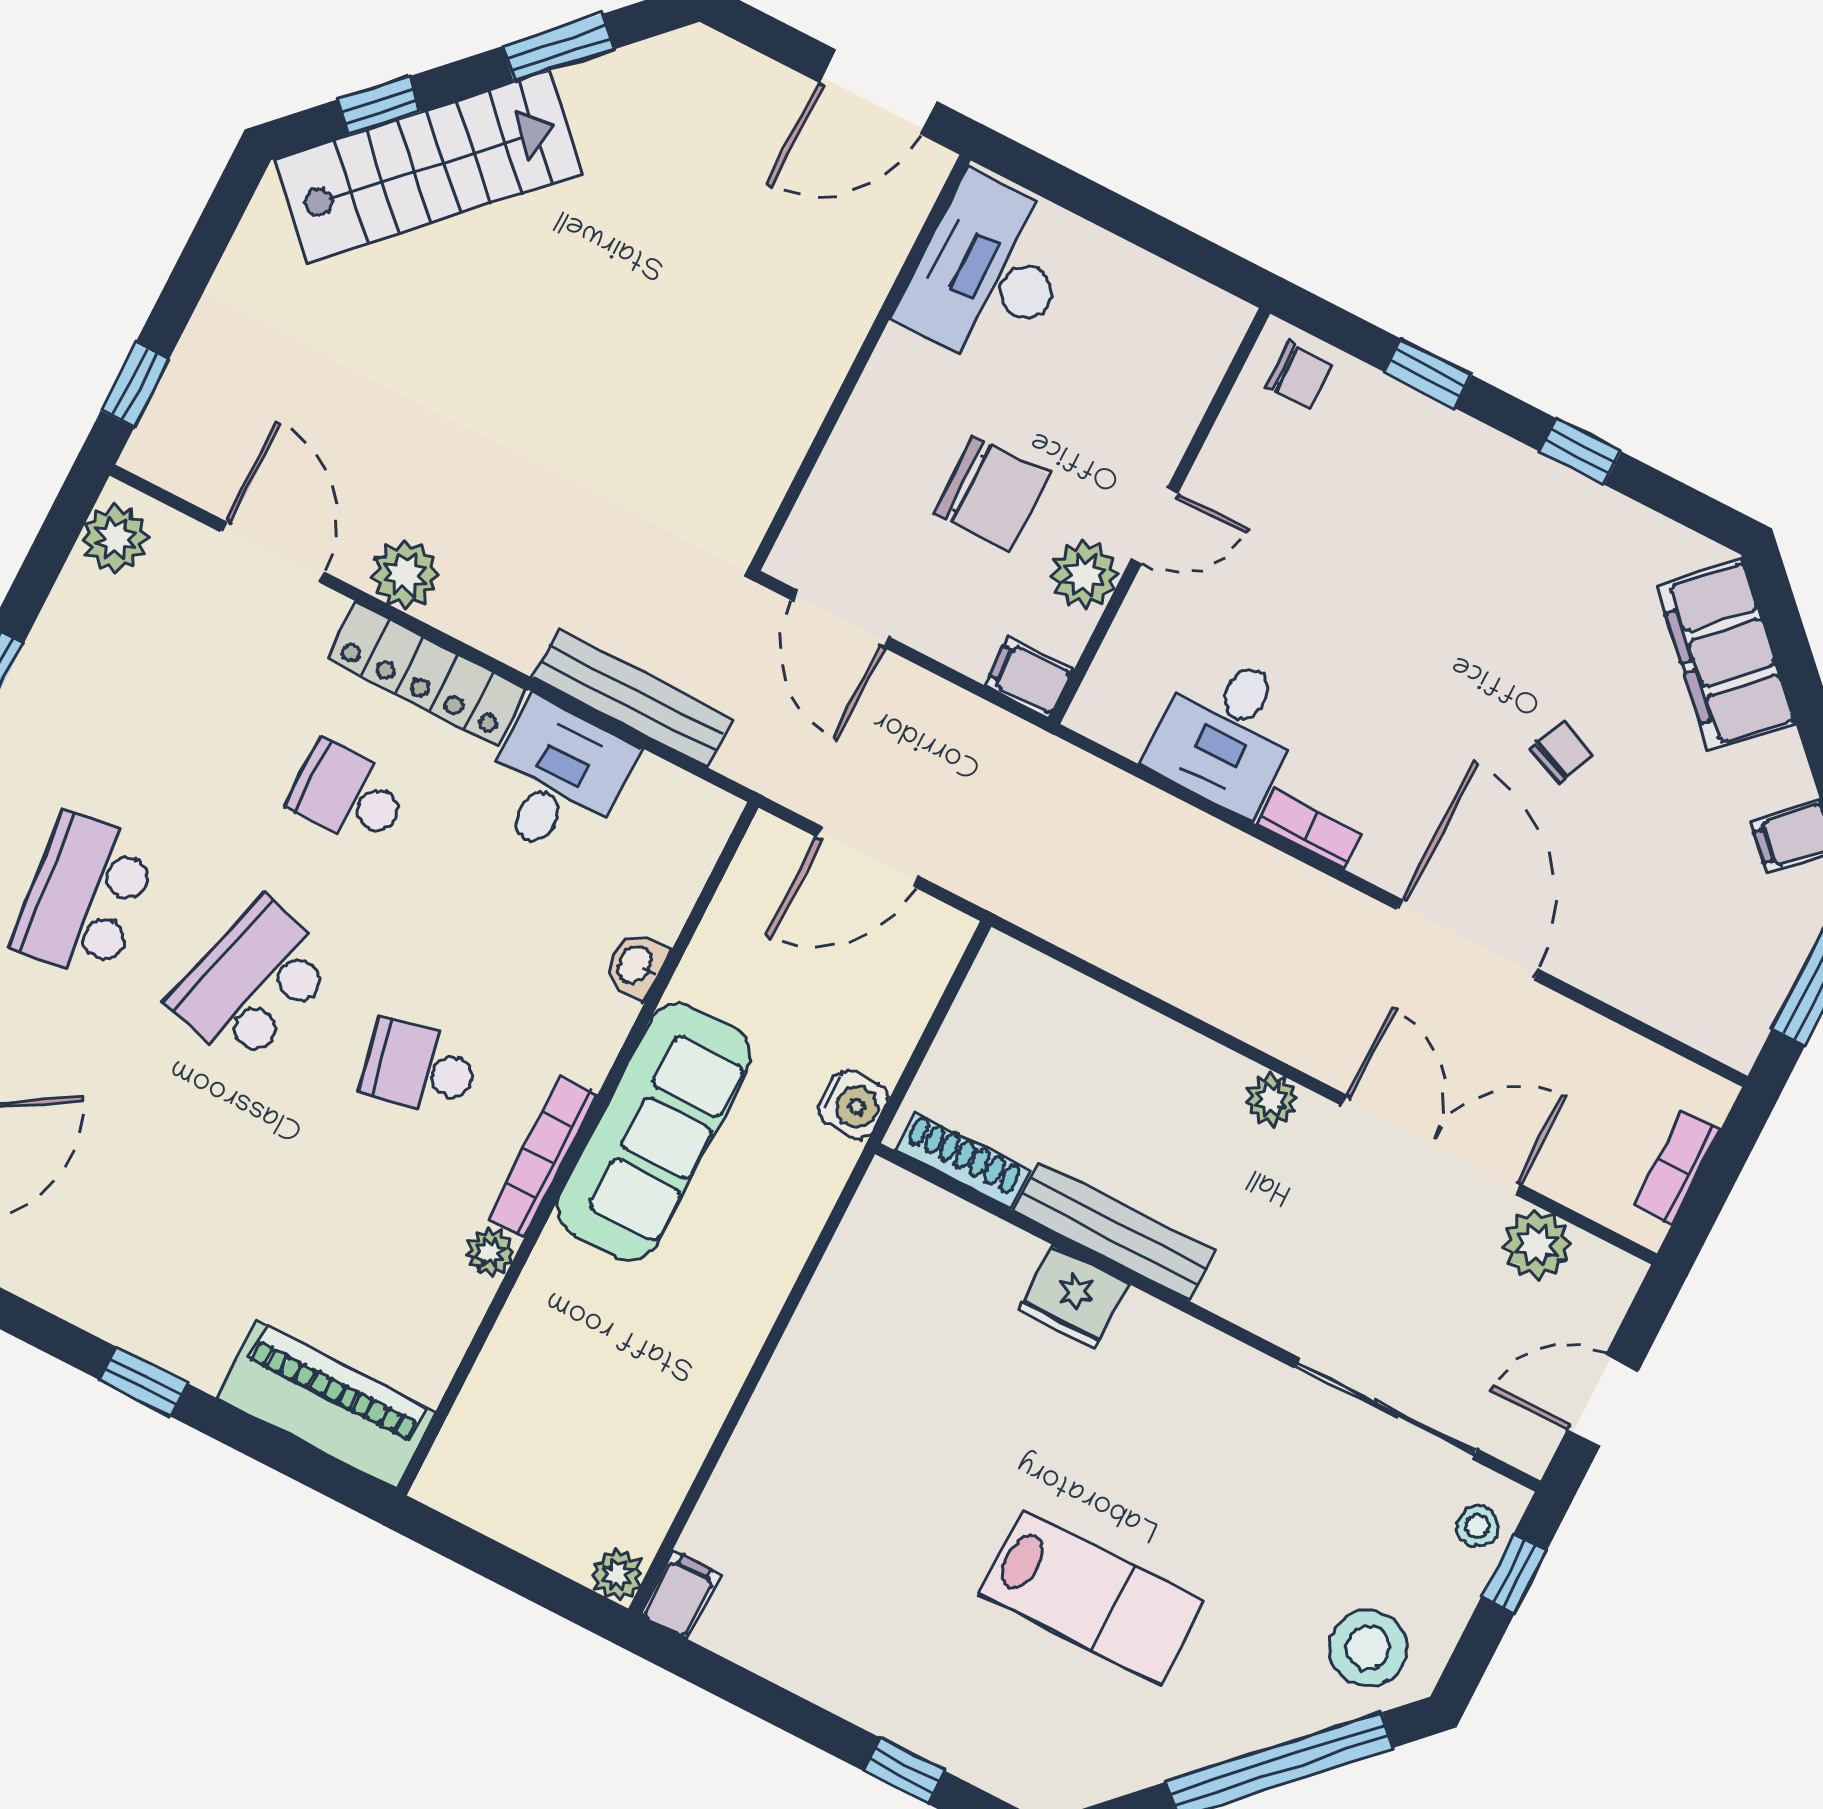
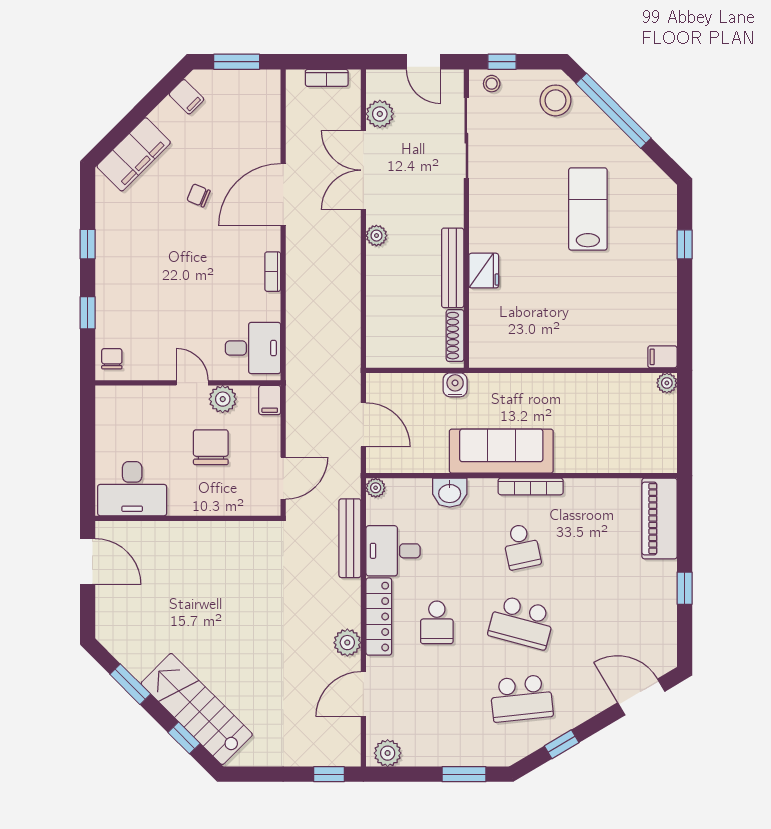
desk: (1227, 732) -> (253, 348), moved
washbasin: (636, 965) -> (450, 493), width x1.38, depth x1.45
plant: (490, 1252) -> (376, 488), moved

